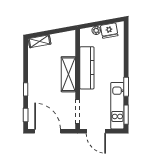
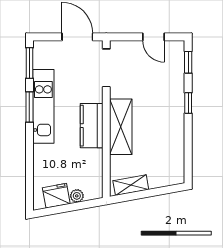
shelving: (40, 41) -> (131, 185), moved
kitchen counter: (87, 68) -> (92, 126), width x0.67
kitchen unit: (117, 106) -> (43, 106), moved
door: (48, 131) -> (153, 37), width x0.53

